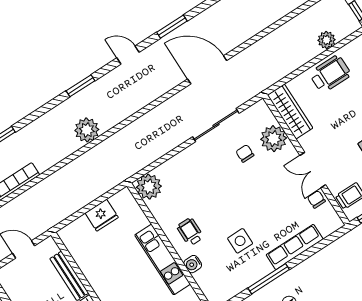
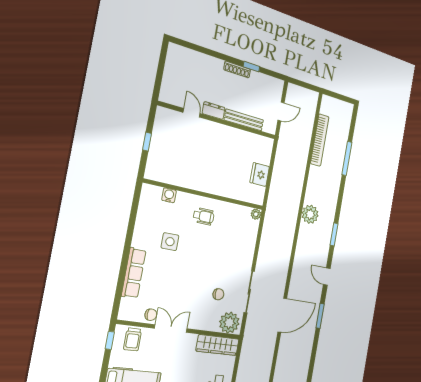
door: (128, 55) -> (327, 277), swing flipped
plant: (274, 139) -> (229, 323), moved
plant: (149, 187) -> (256, 214), width x0.53, depth x0.53
kitchen unit: (163, 260) -> (203, 183), removed
water cooler: (193, 264) -> (169, 195), moved
window: (269, 279) -> (129, 237), removed

